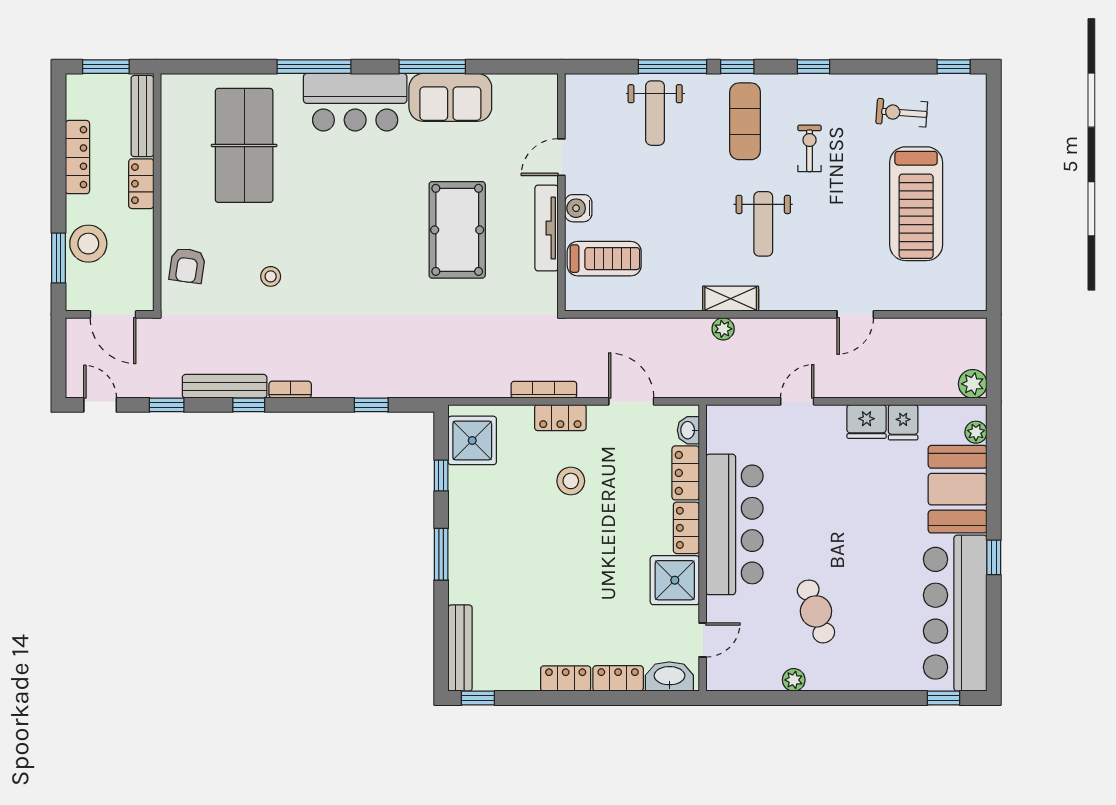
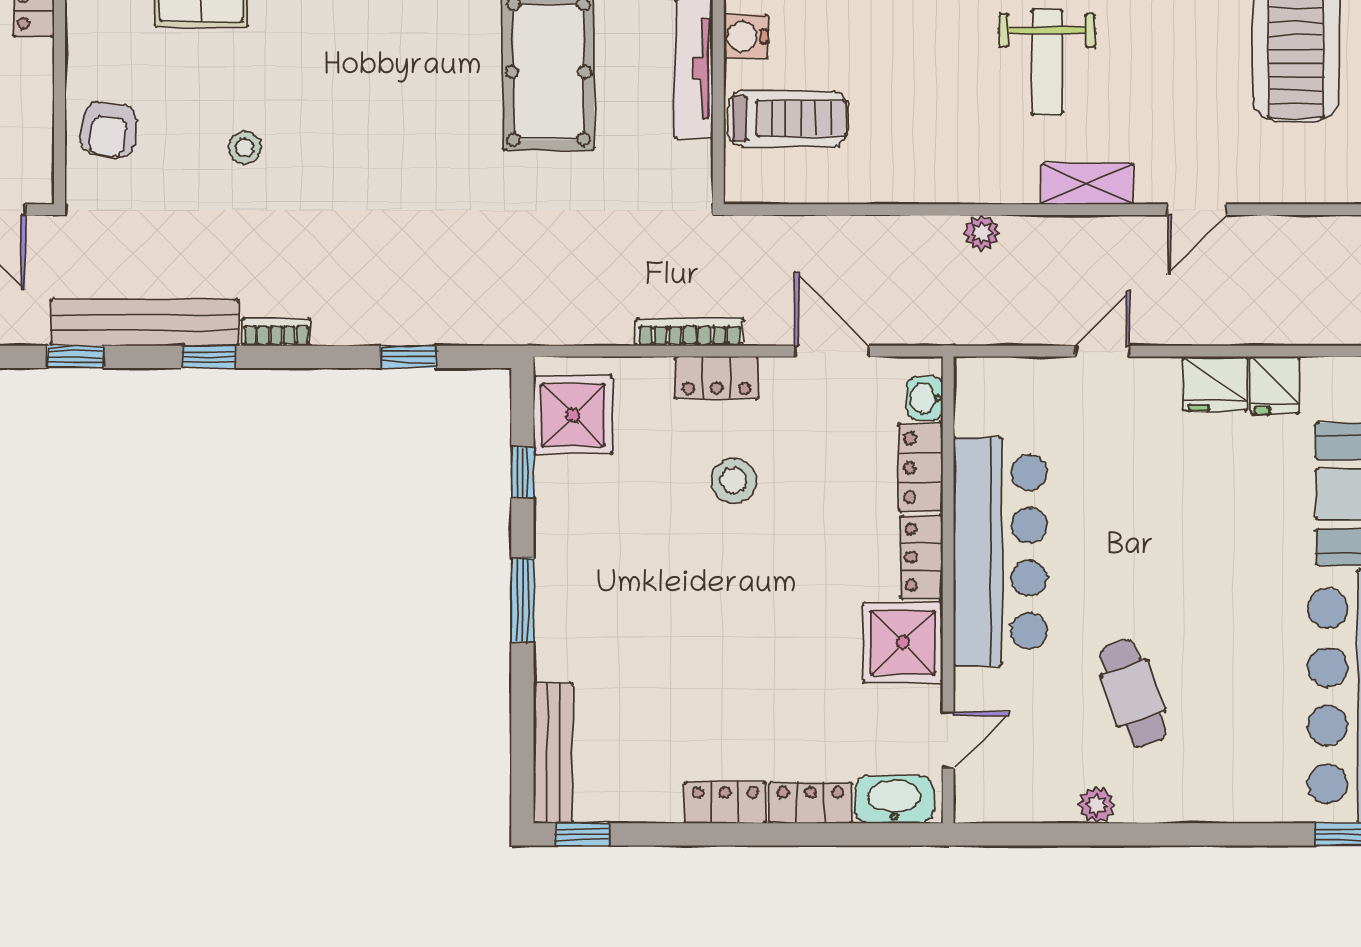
shelving: (731, 299) -> (1087, 184), moved
bench: (225, 386) -> (144, 322), width x1.37, depth x1.21

